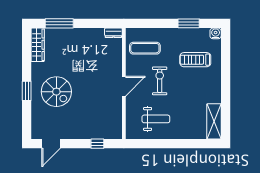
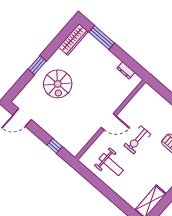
dresser: (113, 33) -> (126, 70), moved
exercise mat: (145, 48) -> (147, 108), removed
exercise bike: (160, 81) -> (137, 140), turned 180

